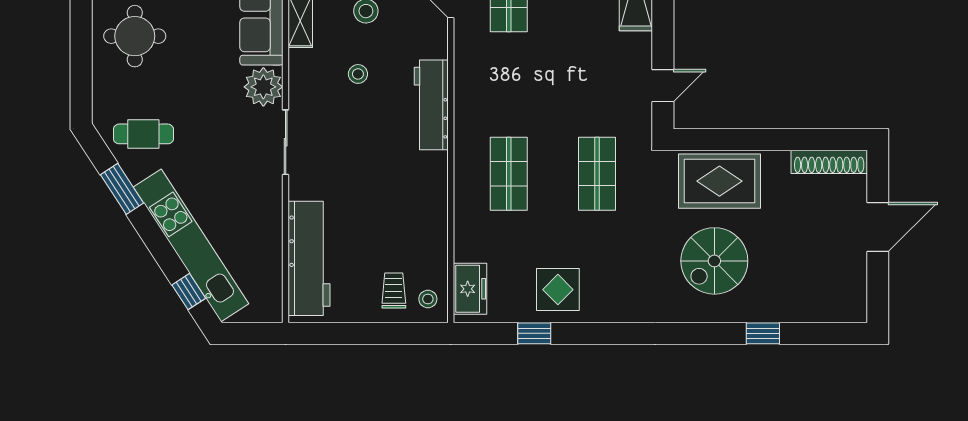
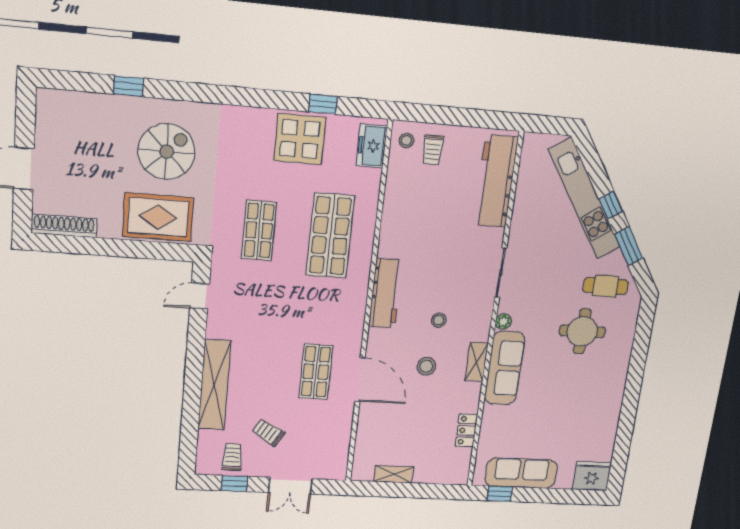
round table: (135, 36) -> (582, 331), moved
plant: (263, 87) -> (503, 321), width x0.53, depth x0.53
shop shelf: (509, 174) -> (330, 236), width x1.43, depth x1.36
display table: (558, 290) -> (300, 139), width x1.36, depth x1.36
window: (189, 292) -> (611, 205), moved

